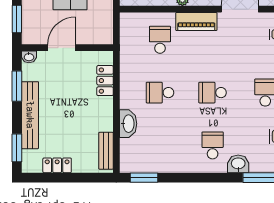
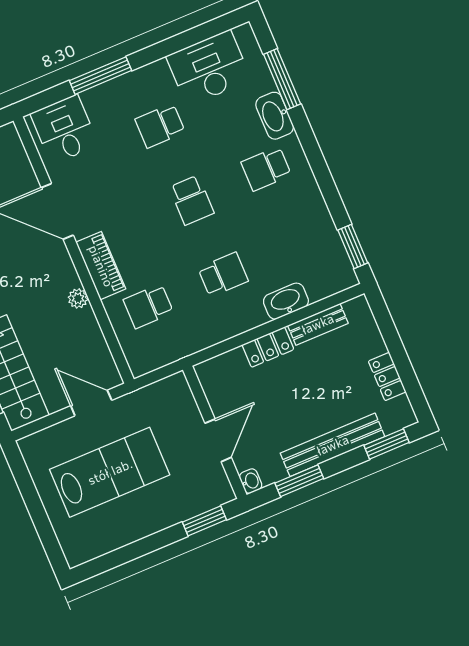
door: (62, 48) -> (218, 440), swing flipped
locker: (105, 81) -> (268, 347), moved
school desk: (160, 93) -> (223, 275), turned -90
bench: (106, 151) -> (318, 324), moved
washbasin: (238, 164) -> (275, 116), width x1.38

